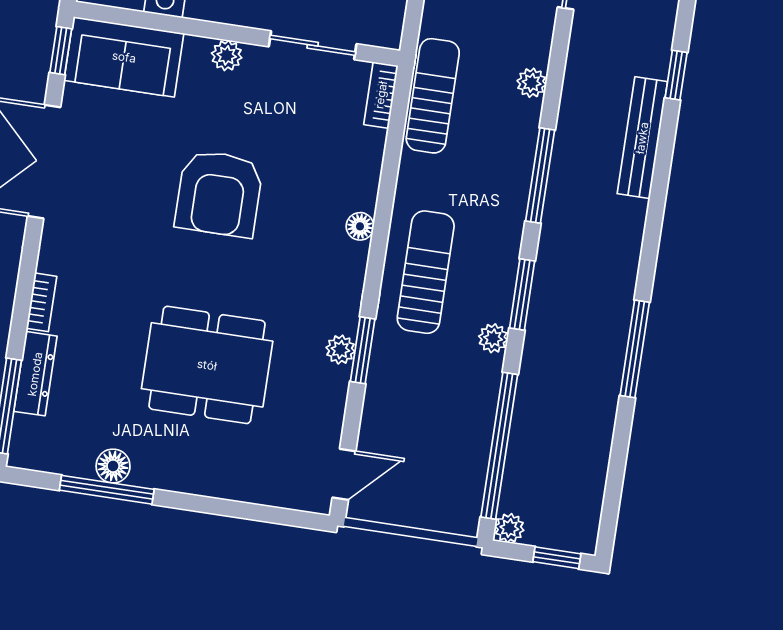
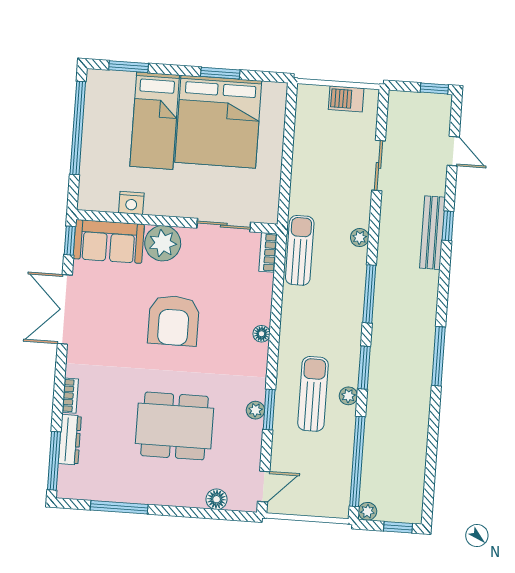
plant: (227, 55) -> (163, 243), width x1.88, depth x1.88
bench: (642, 138) -> (432, 233), moved
sun lounger: (426, 272) -> (313, 394), moved
window: (635, 349) -> (438, 356), moved
floor lamp: (113, 466) -> (217, 499), moved

